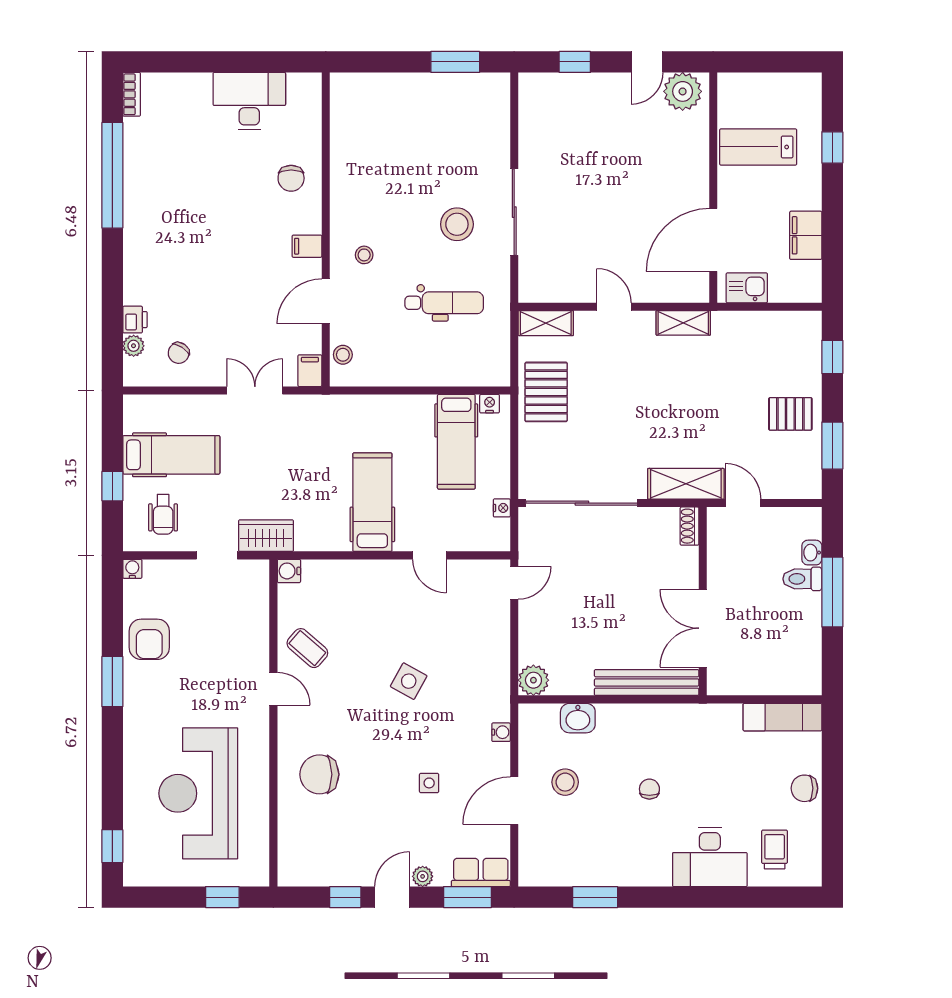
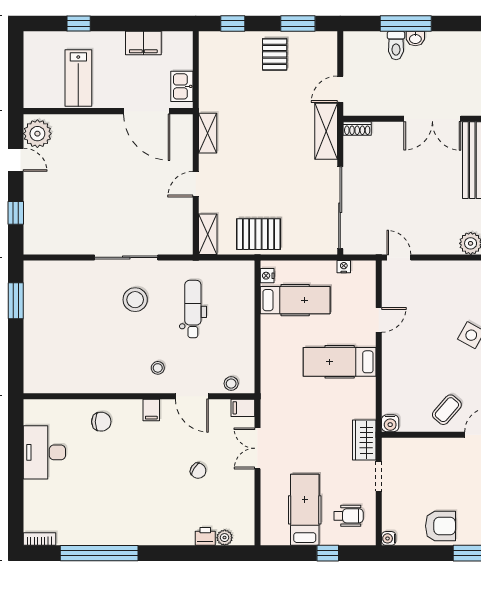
chair: (179, 353) -> (198, 471), moved
washbasin: (812, 553) -> (415, 39), moved

